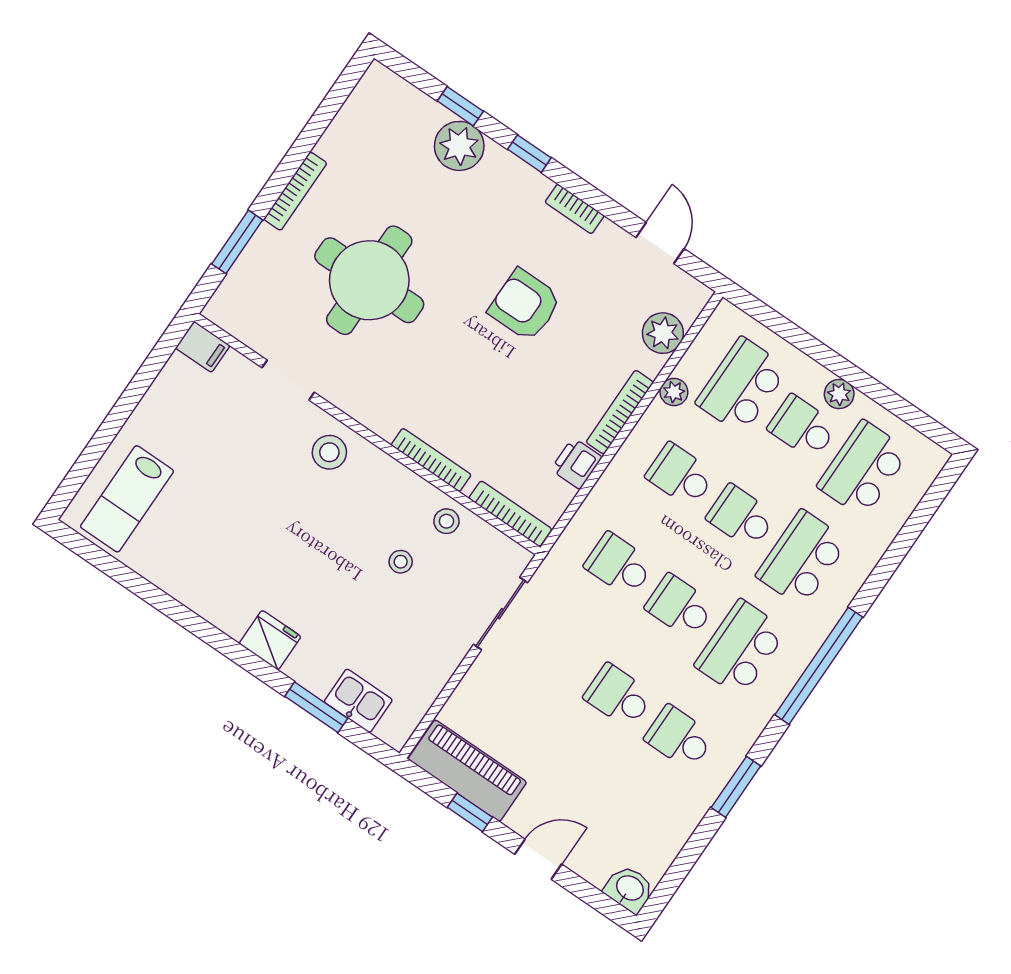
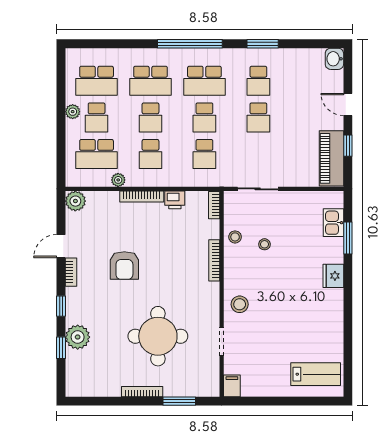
door: (660, 243) -> (61, 246), moved
plant: (663, 333) -> (75, 201), moved
bookcase: (510, 514) -> (214, 205), width x0.64

